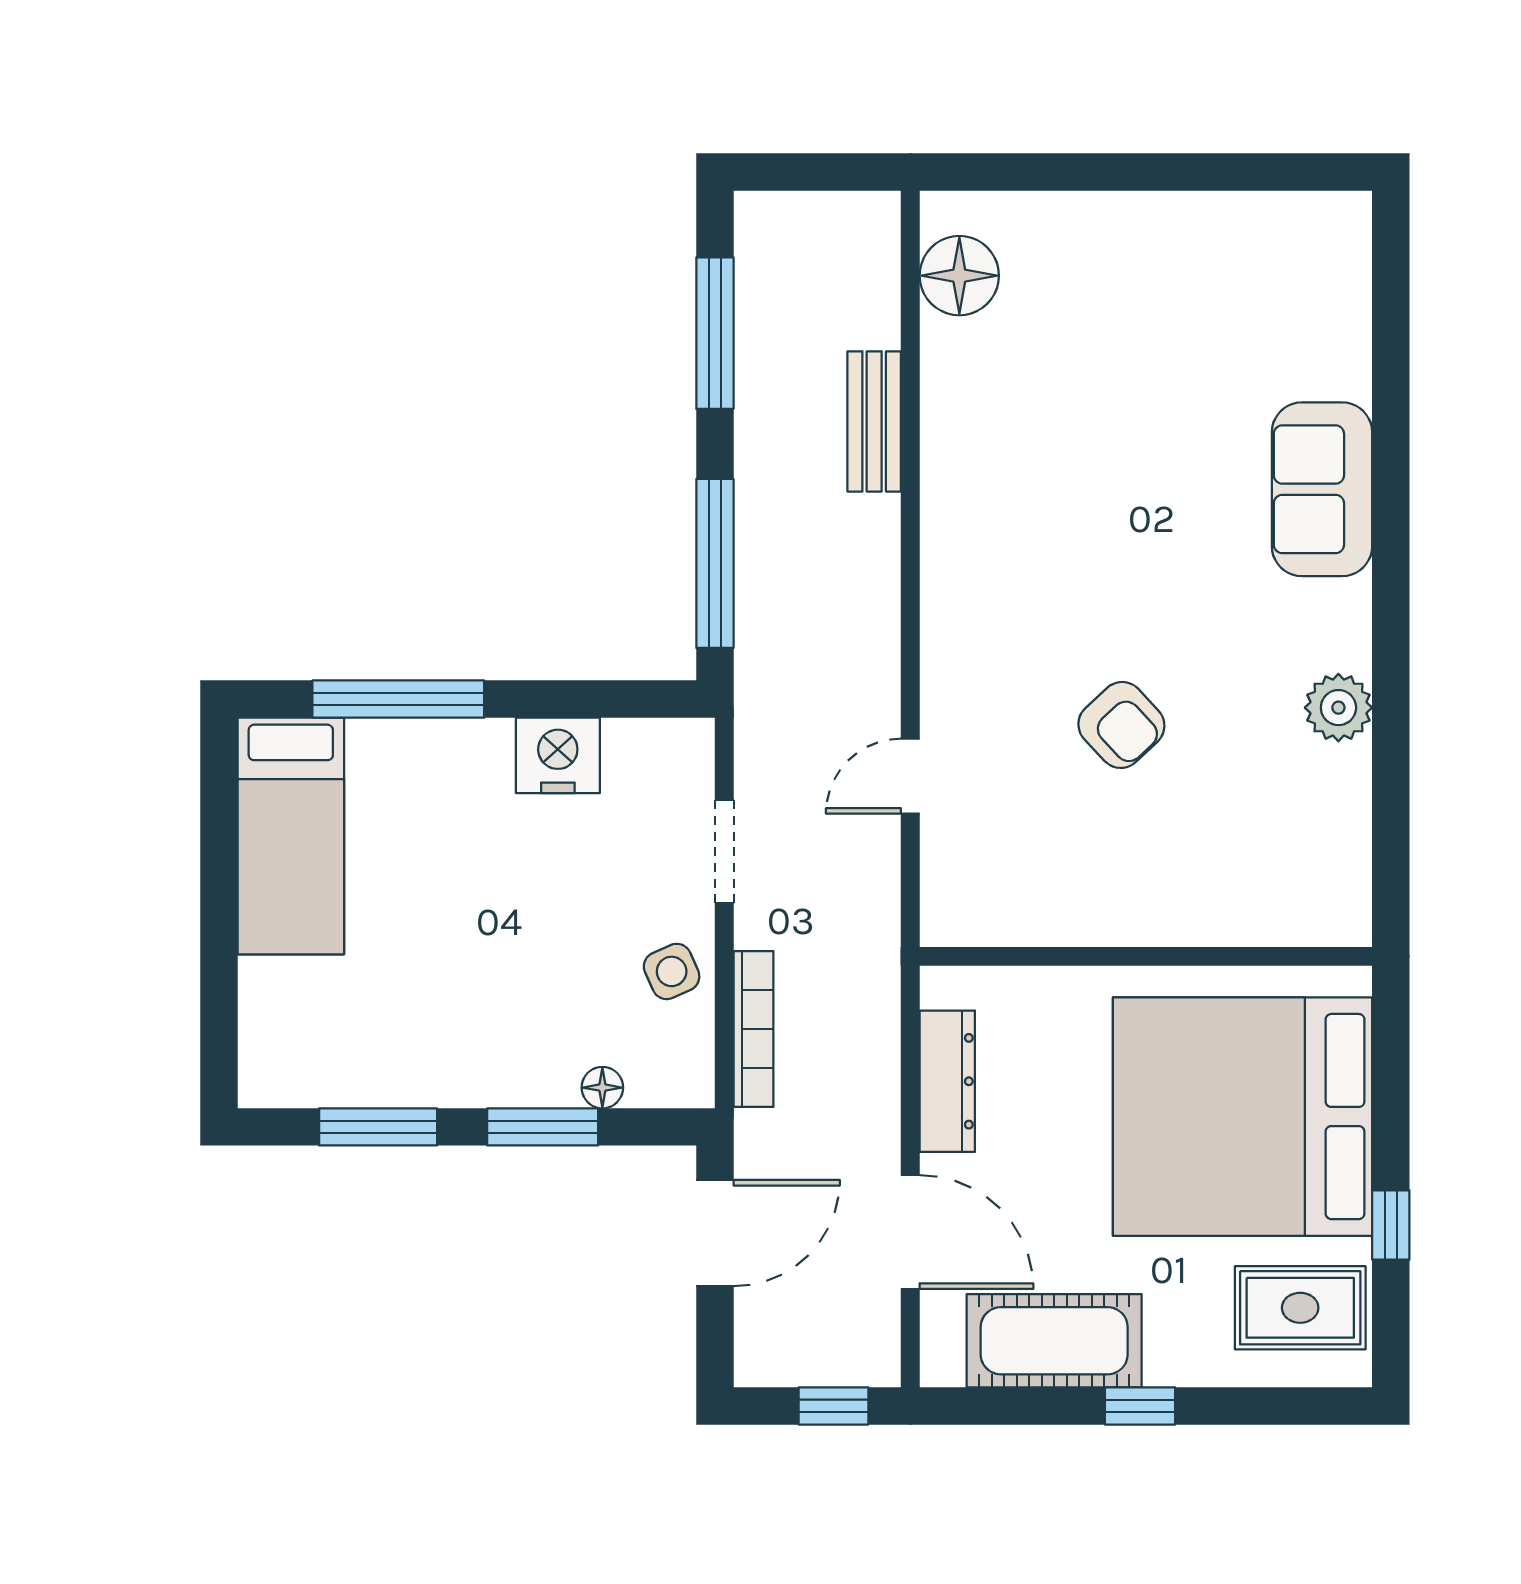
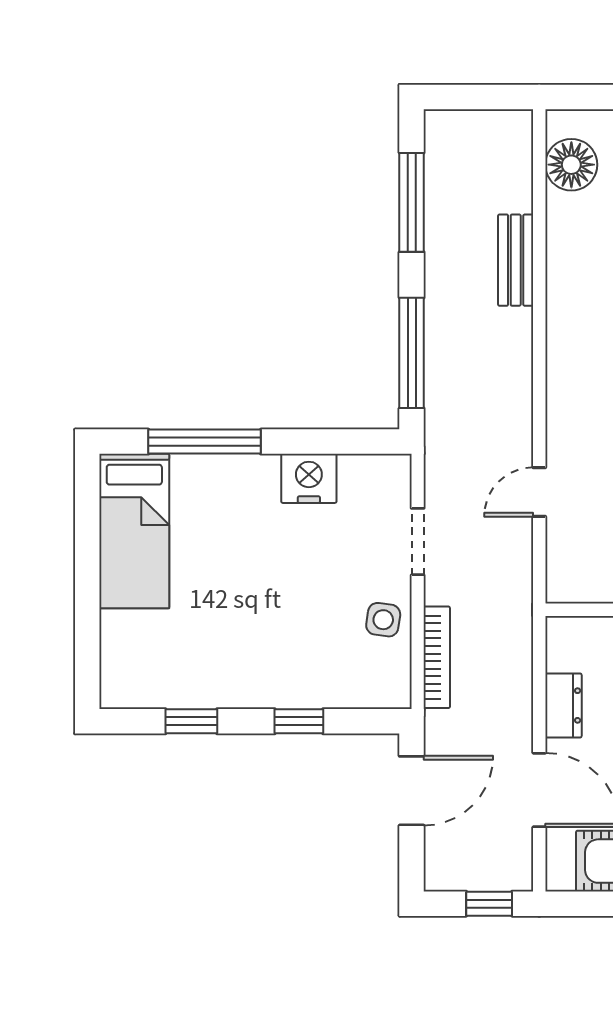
side table: (672, 971) -> (383, 620), turned 32
dresser: (947, 1081) -> (563, 706), width x0.70
floor lamp: (602, 1088) -> (338, 696), removed
window: (378, 1127) -> (191, 721), width x0.67
window: (543, 1127) -> (299, 721), width x0.67

